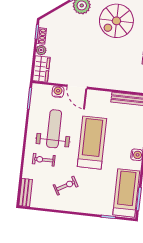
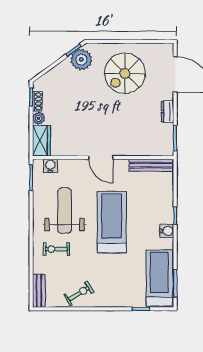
door: (77, 87) -> (101, 158), moved
water cooler: (58, 92) -> (50, 166), moved
exercise bike: (66, 186) -> (79, 293), moved

